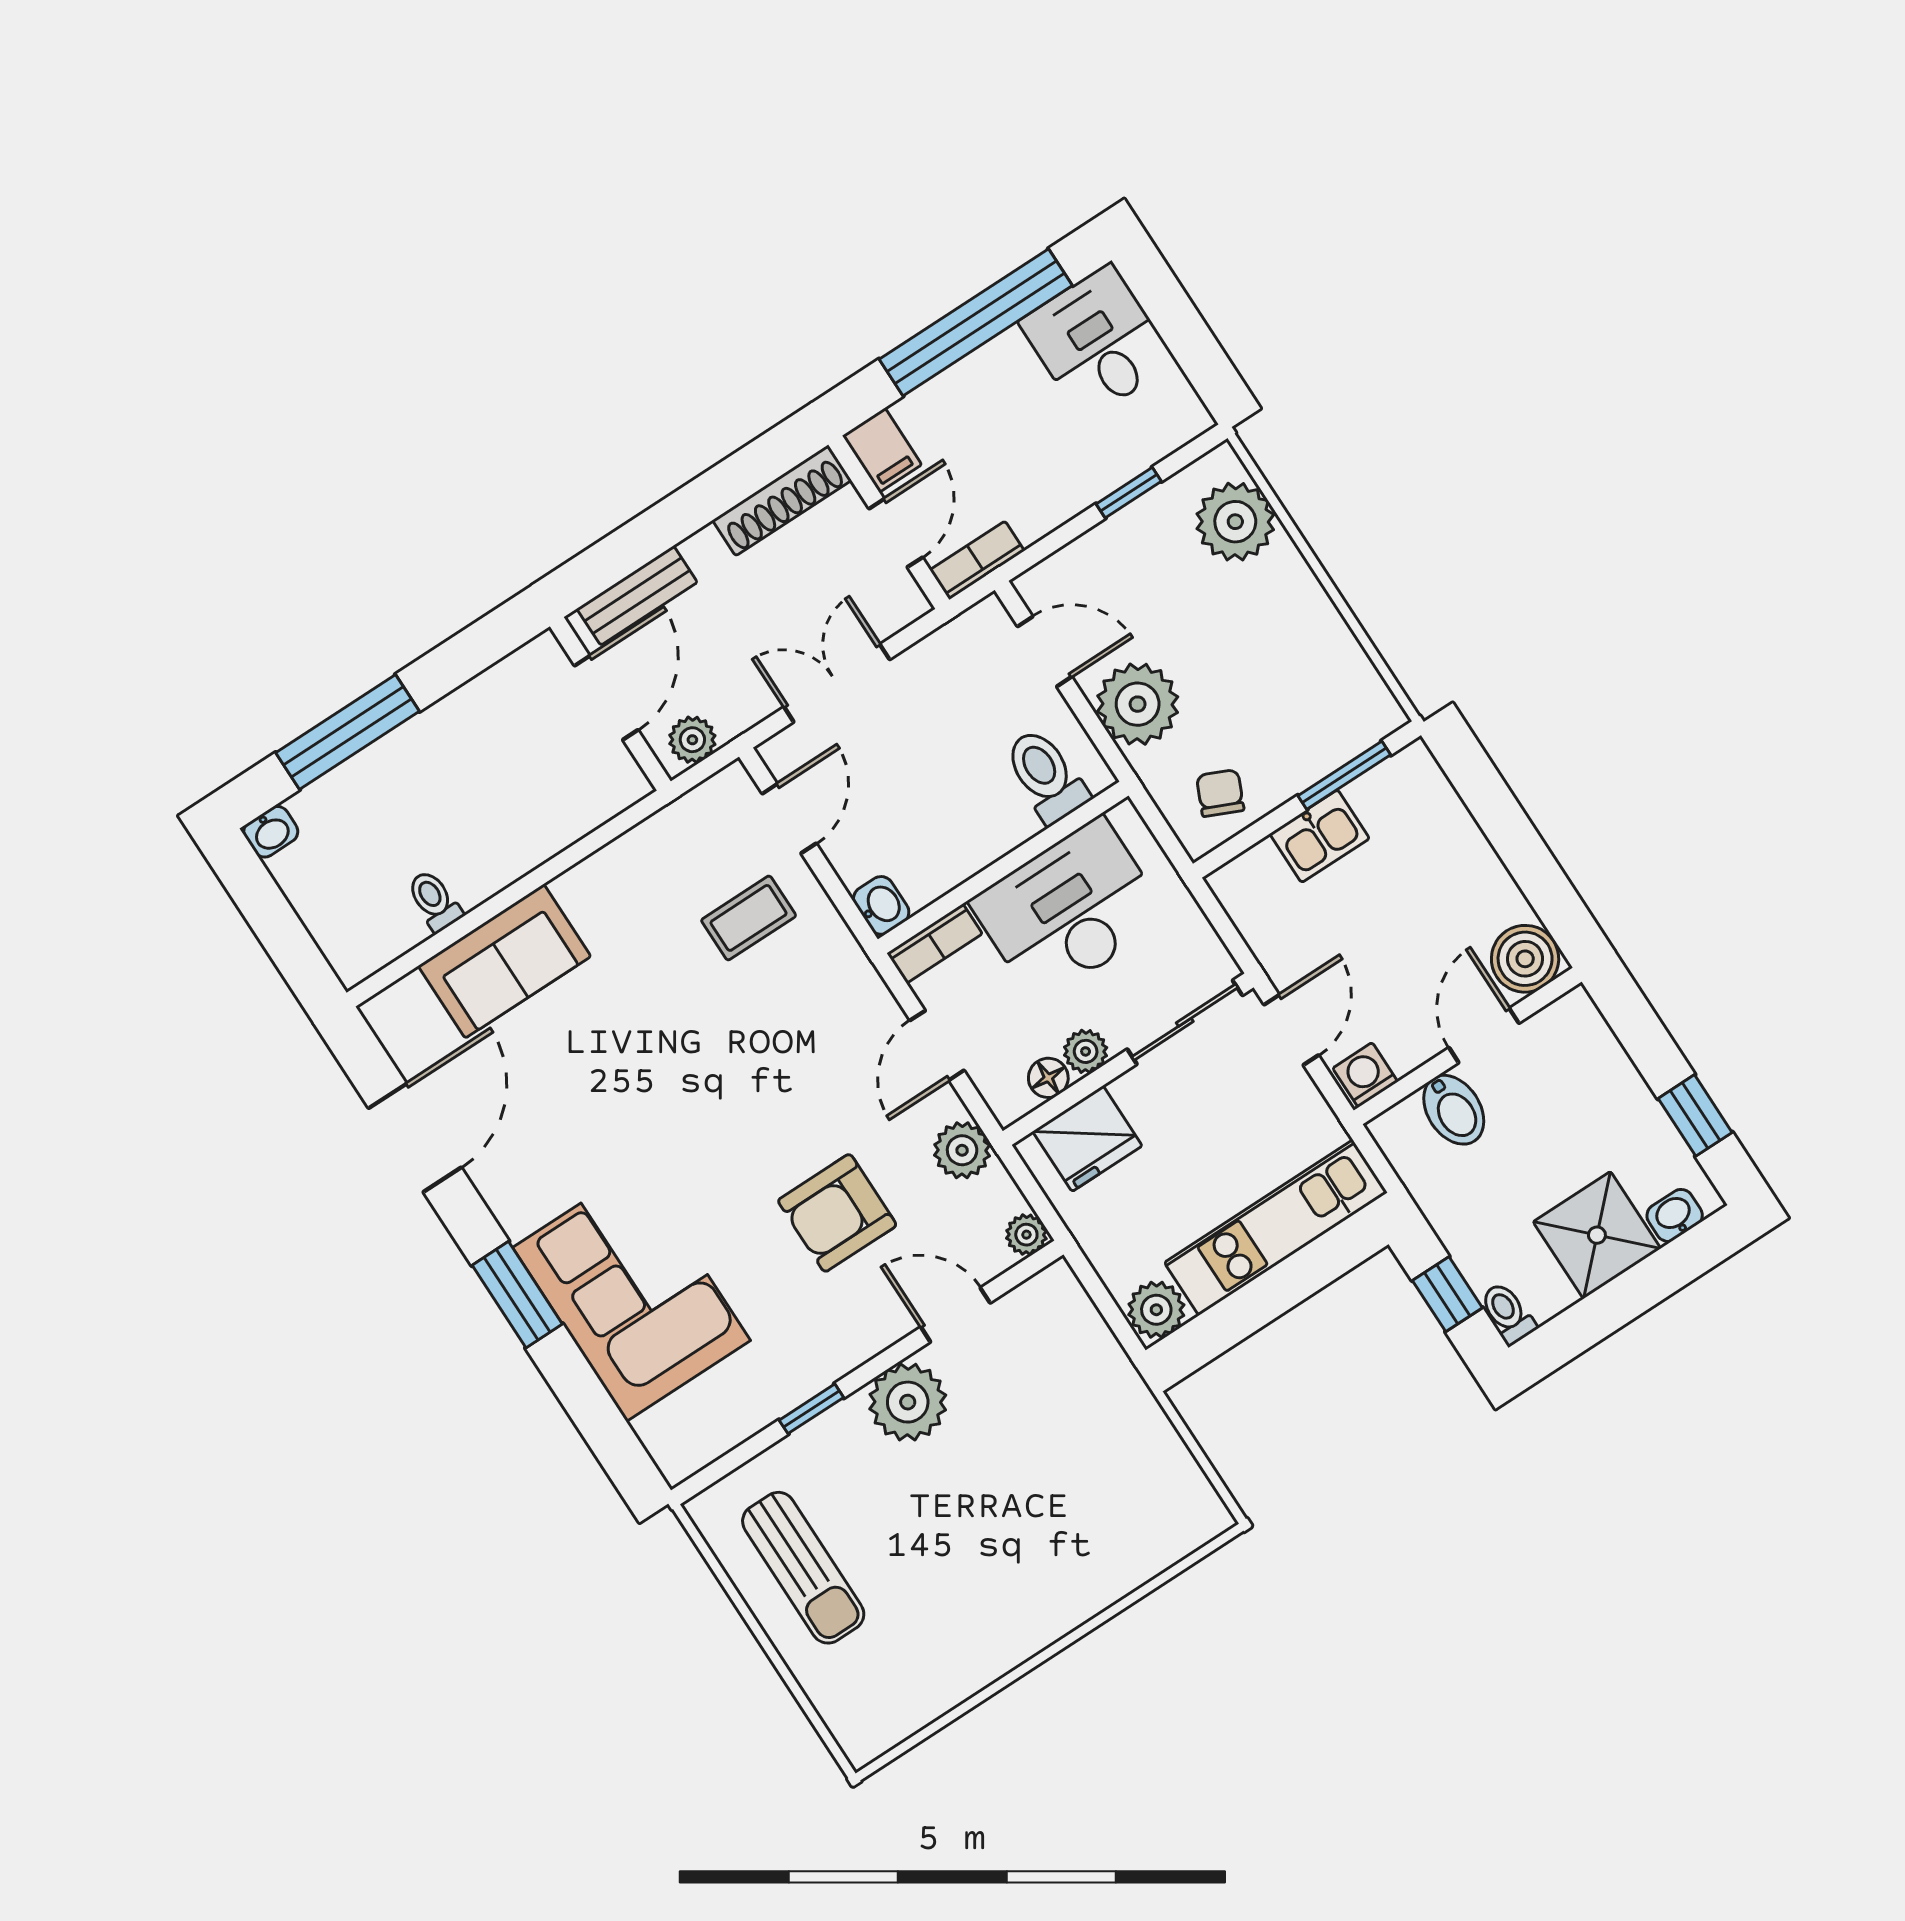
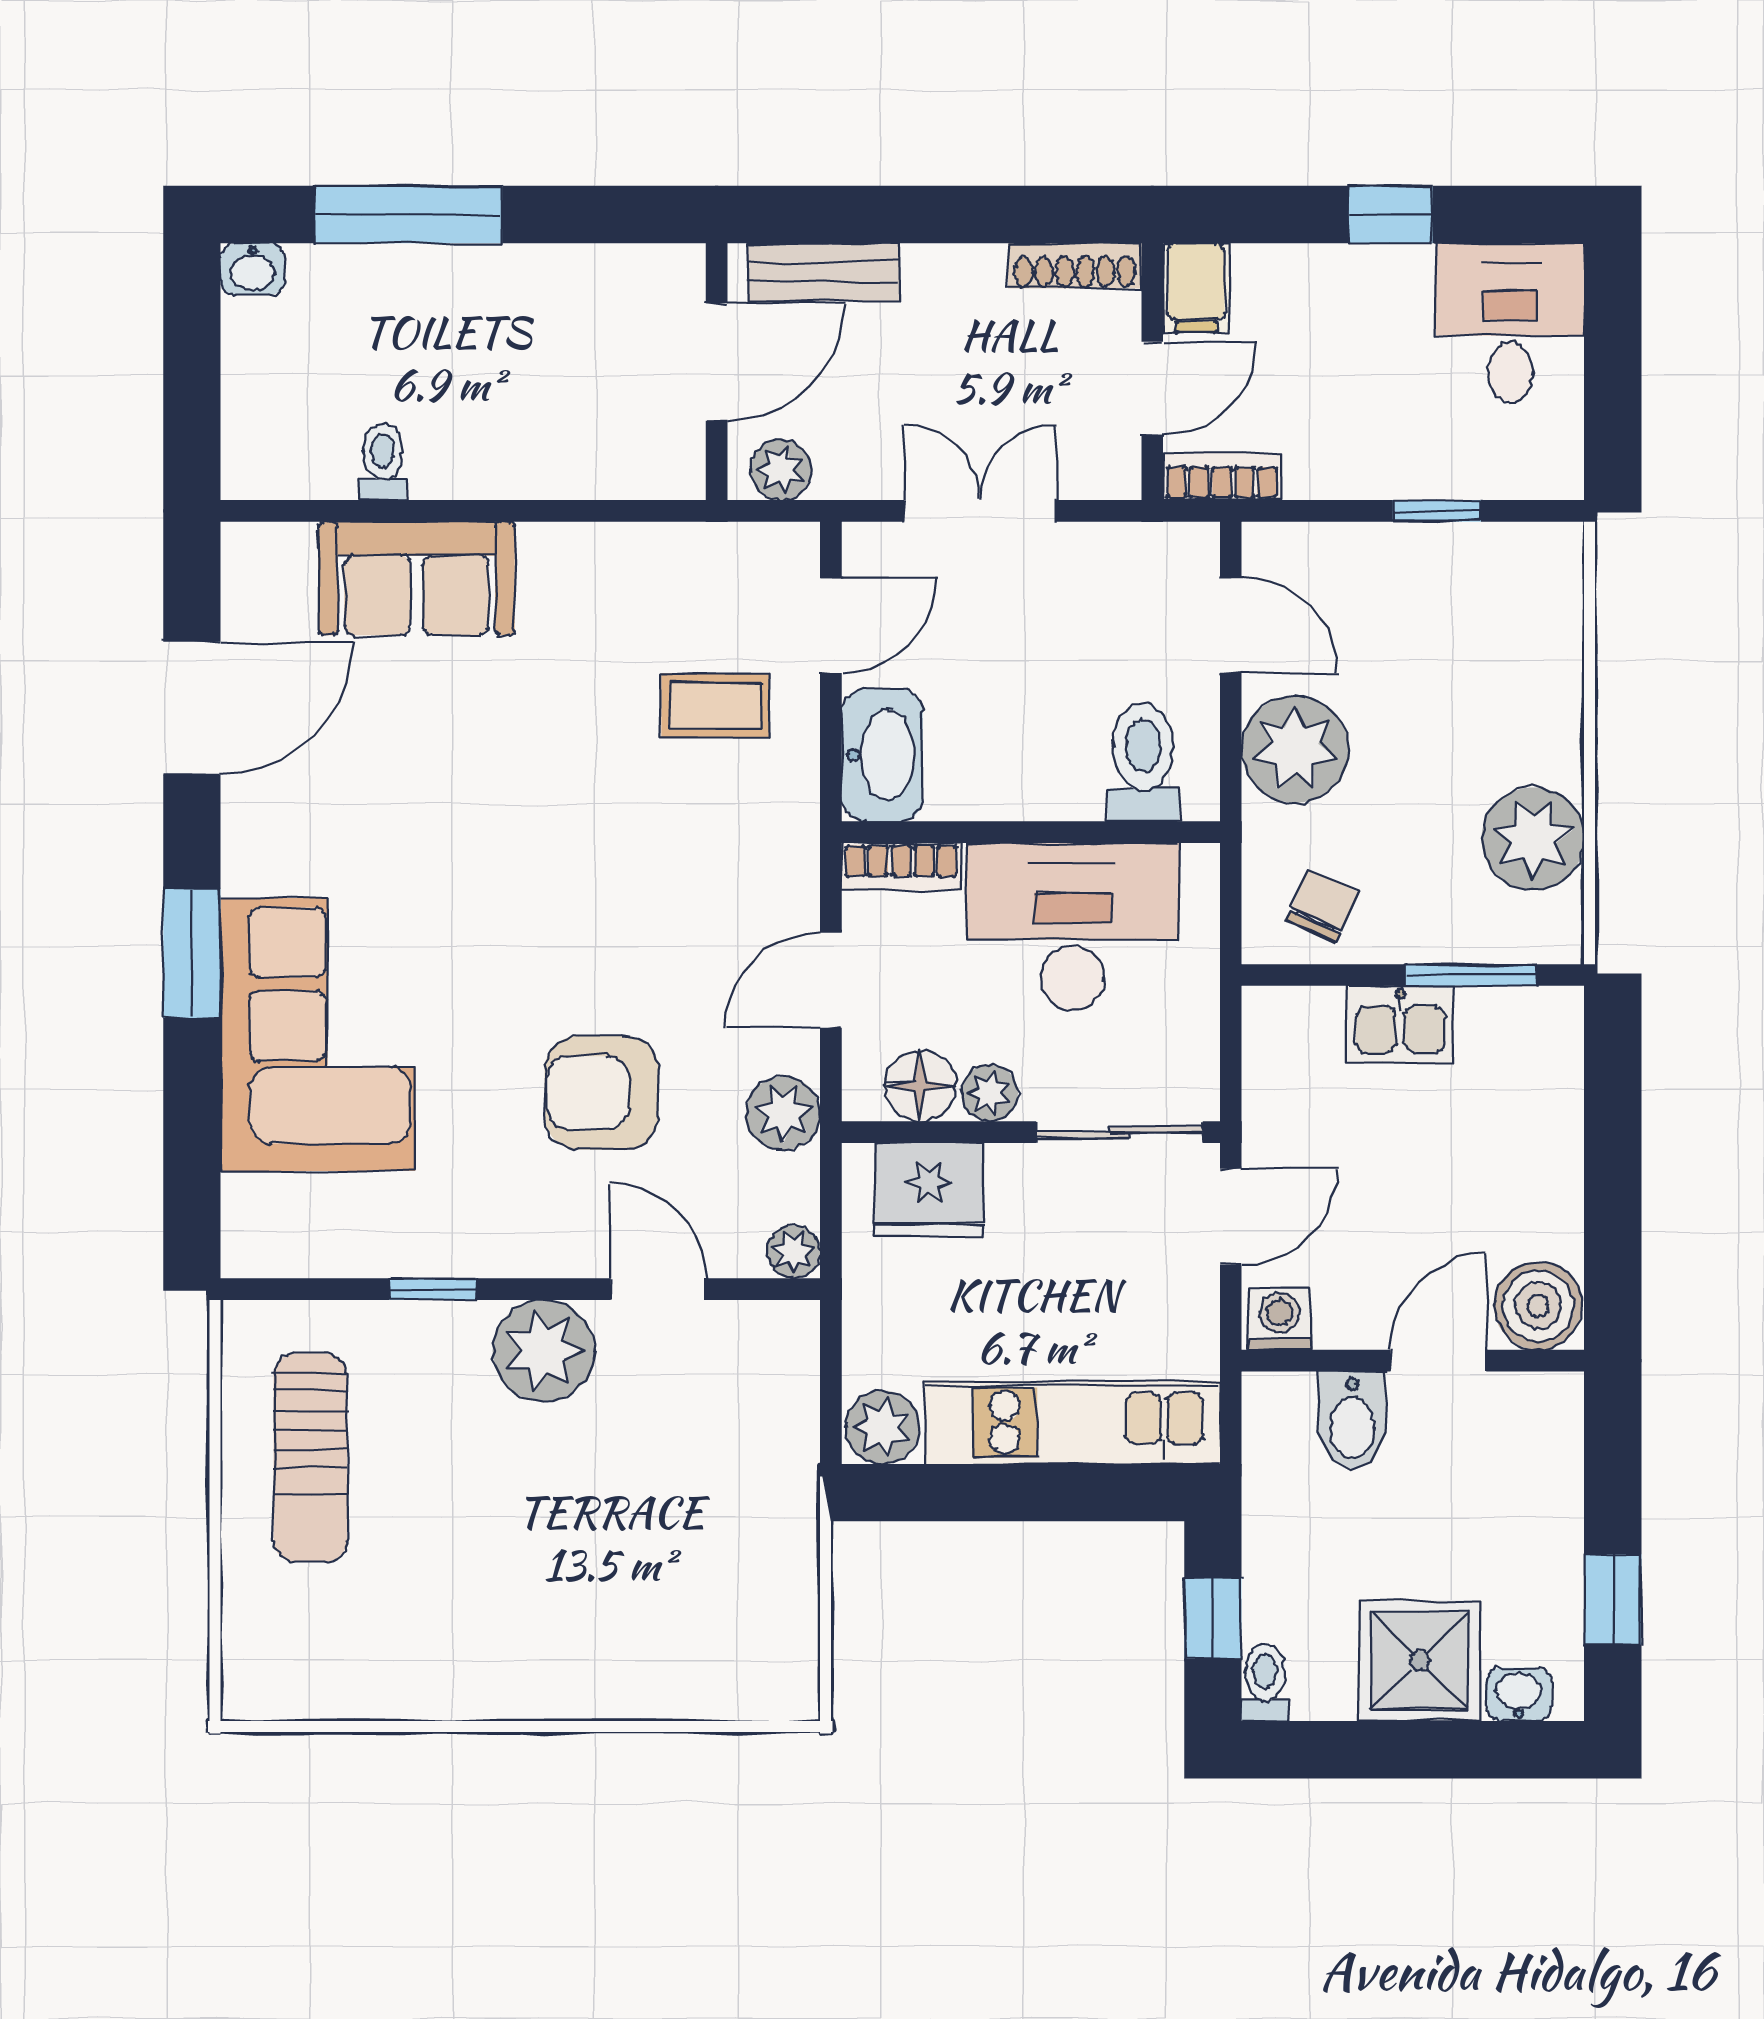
window: (976, 322) -> (1391, 215), width x0.32
shoe rack: (782, 500) -> (1075, 266), width x0.74, depth x0.81
plant: (1235, 522) -> (1533, 839), moved
washbasin: (881, 905) -> (882, 755), width x1.91, depth x1.45
floor lamp: (1048, 1078) -> (920, 1086), width x1.37, depth x1.37

